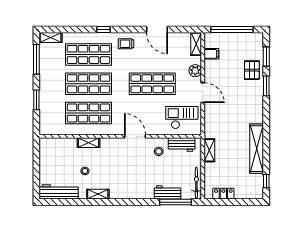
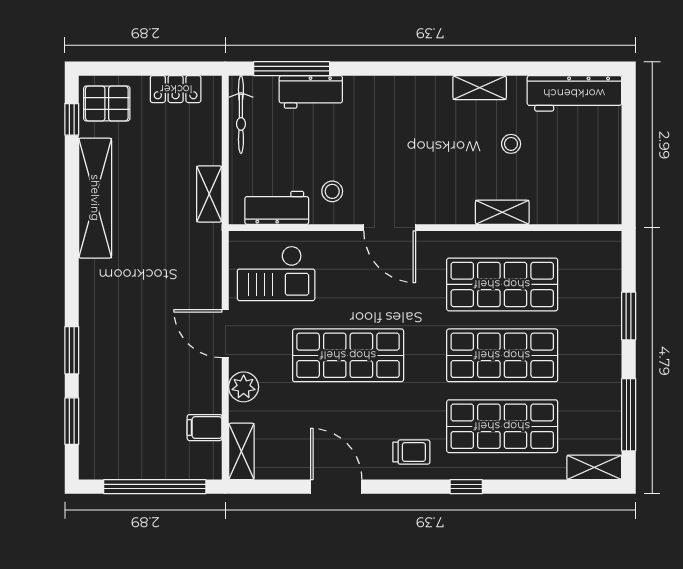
pallet: (252, 70) -> (107, 103), moved, turned 90

